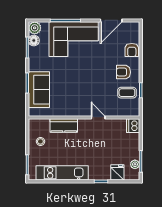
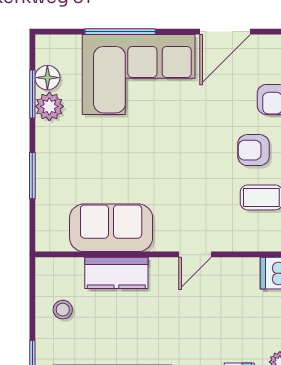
plant: (35, 28) -> (49, 106), moved
sofa: (39, 90) -> (111, 228), moved, turned -90
door: (98, 117) -> (195, 254), swing flipped

